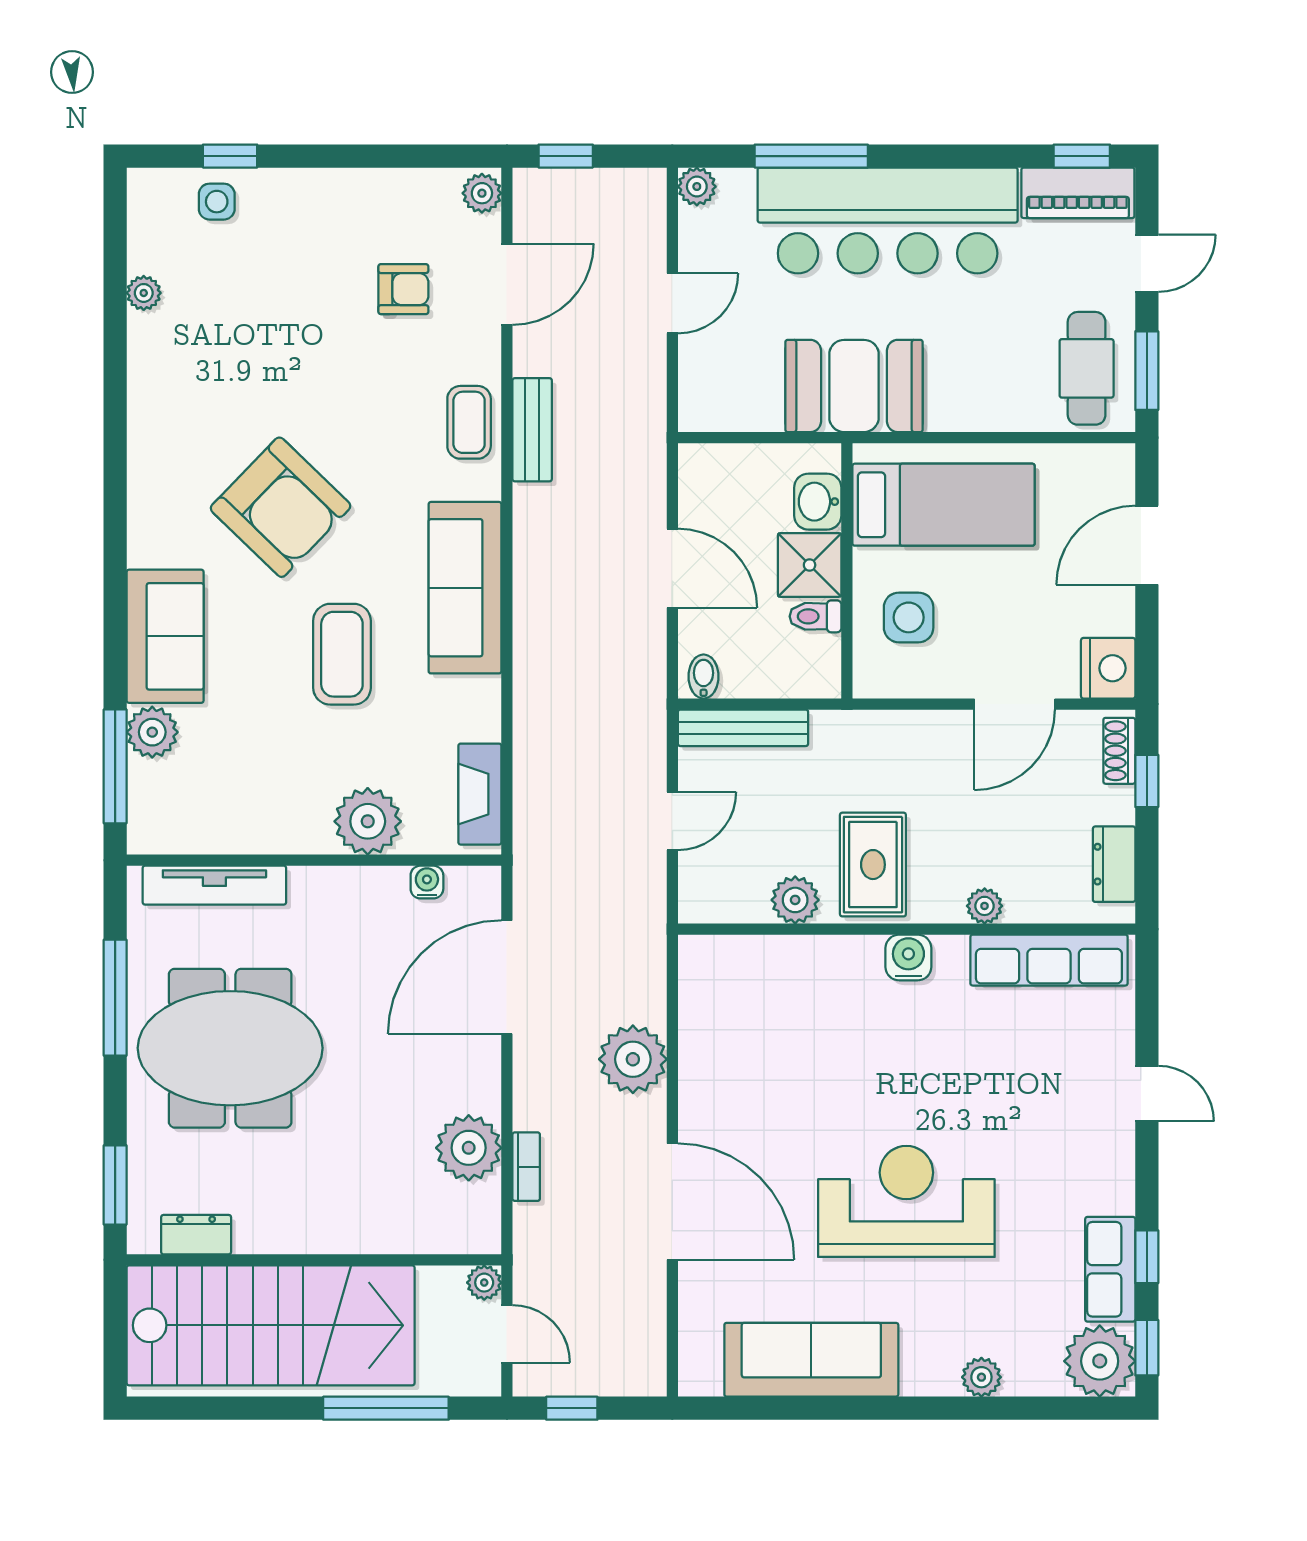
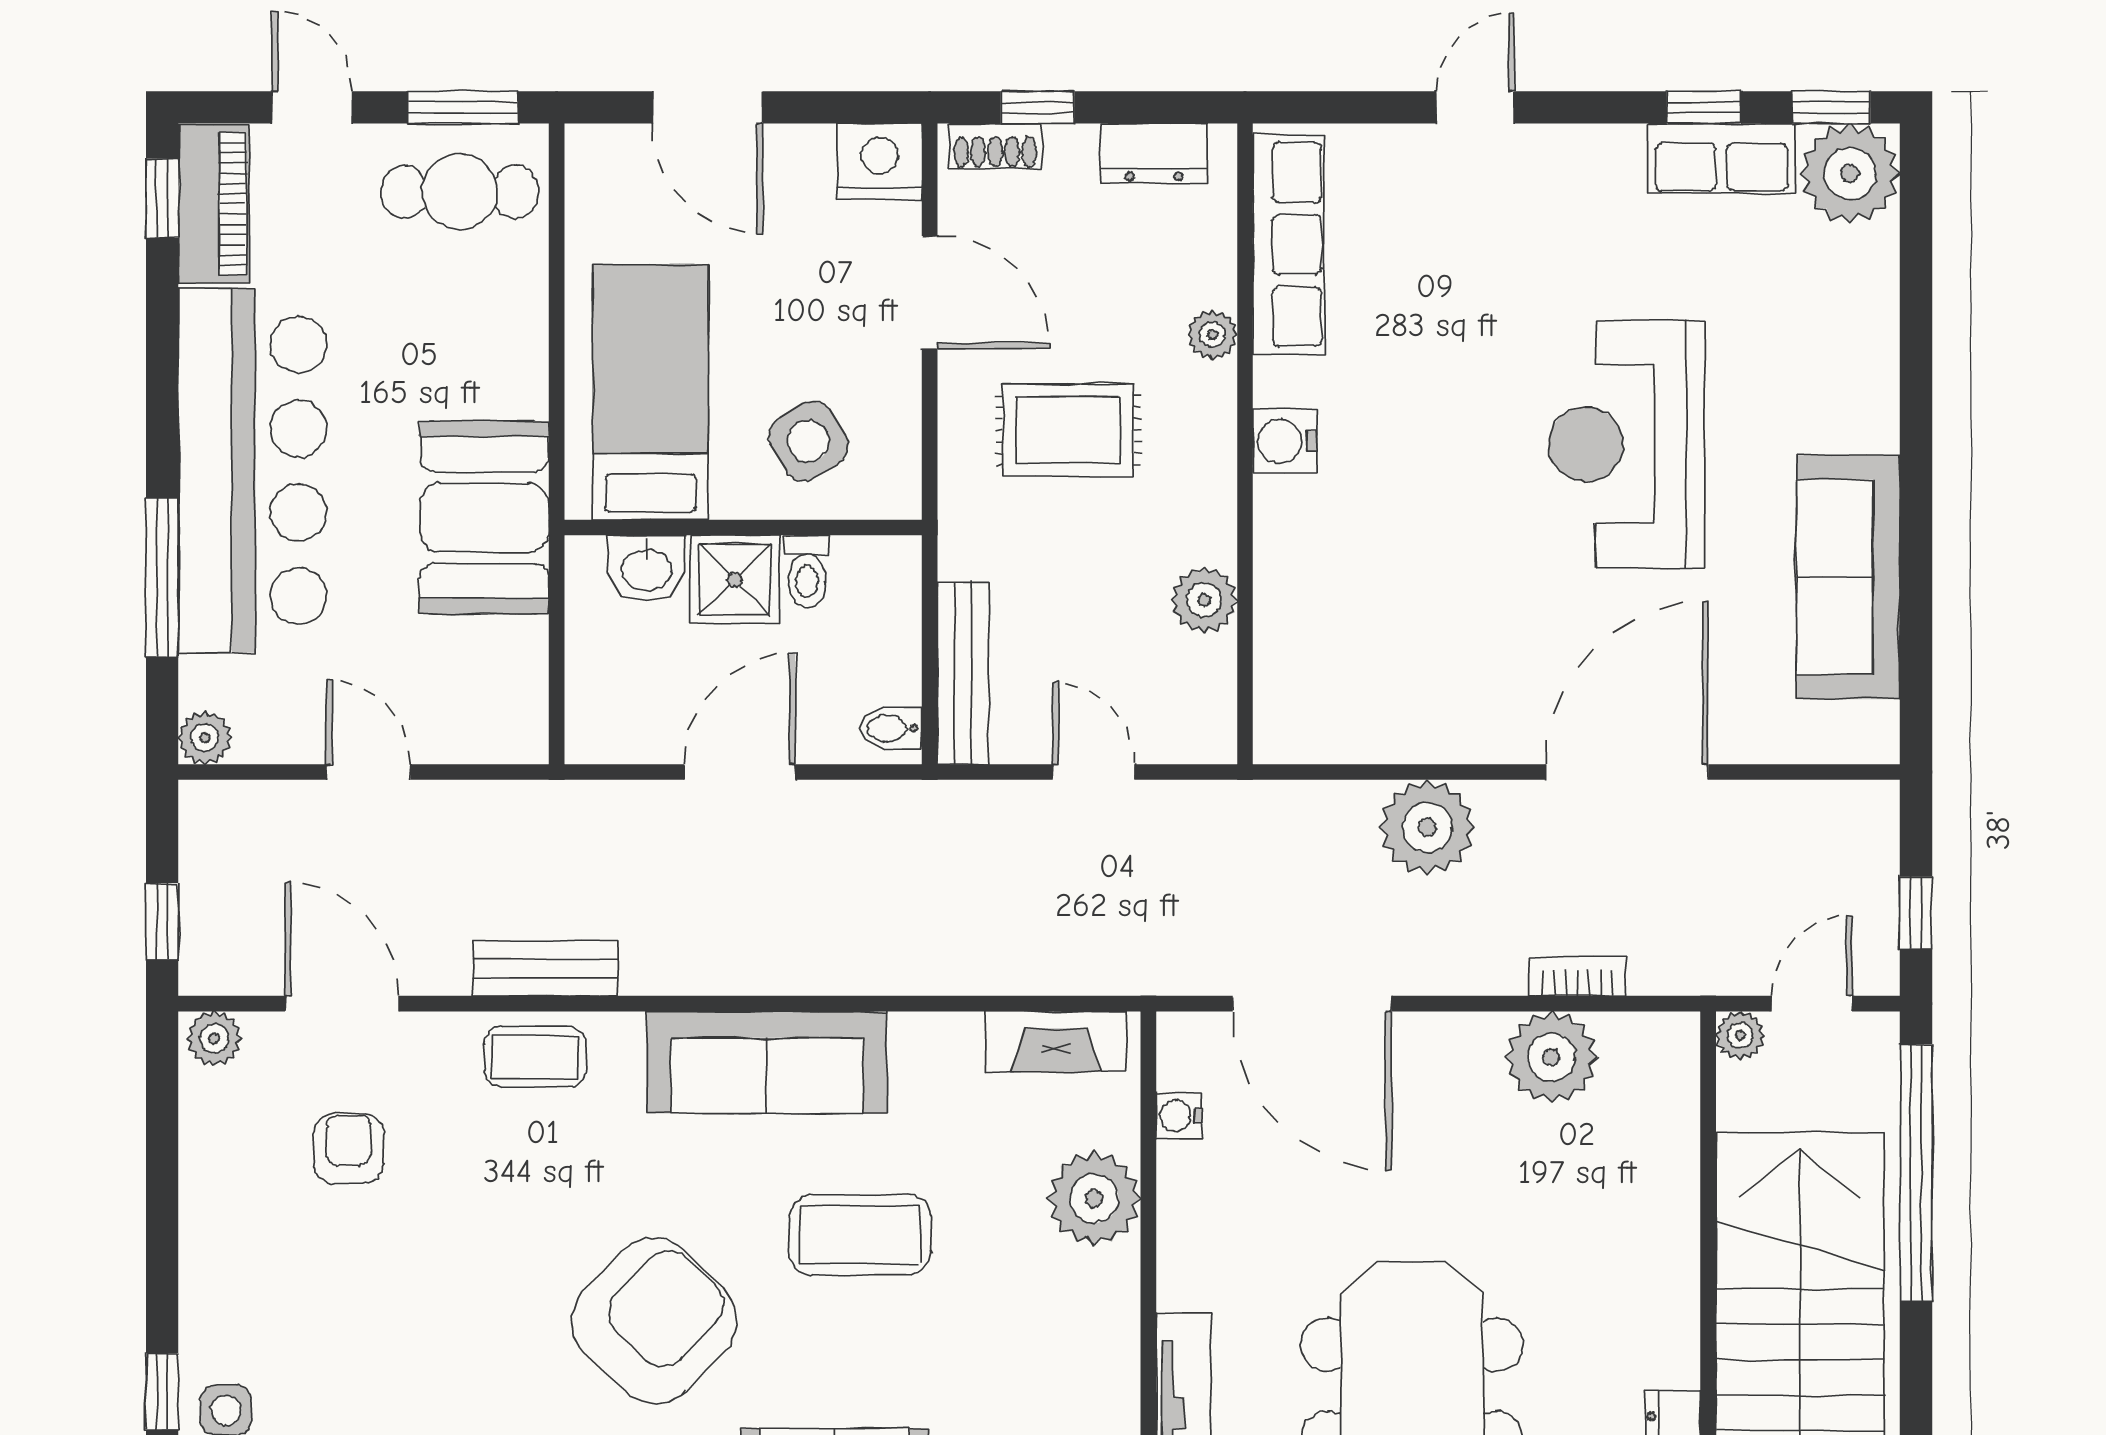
side table: (909, 617) -> (808, 441), turned -30
rug: (873, 865) -> (1068, 430), moved
plant: (981, 1377) -> (1873, 339), removed
window: (386, 1408) -> (1916, 1173), width x1.46

